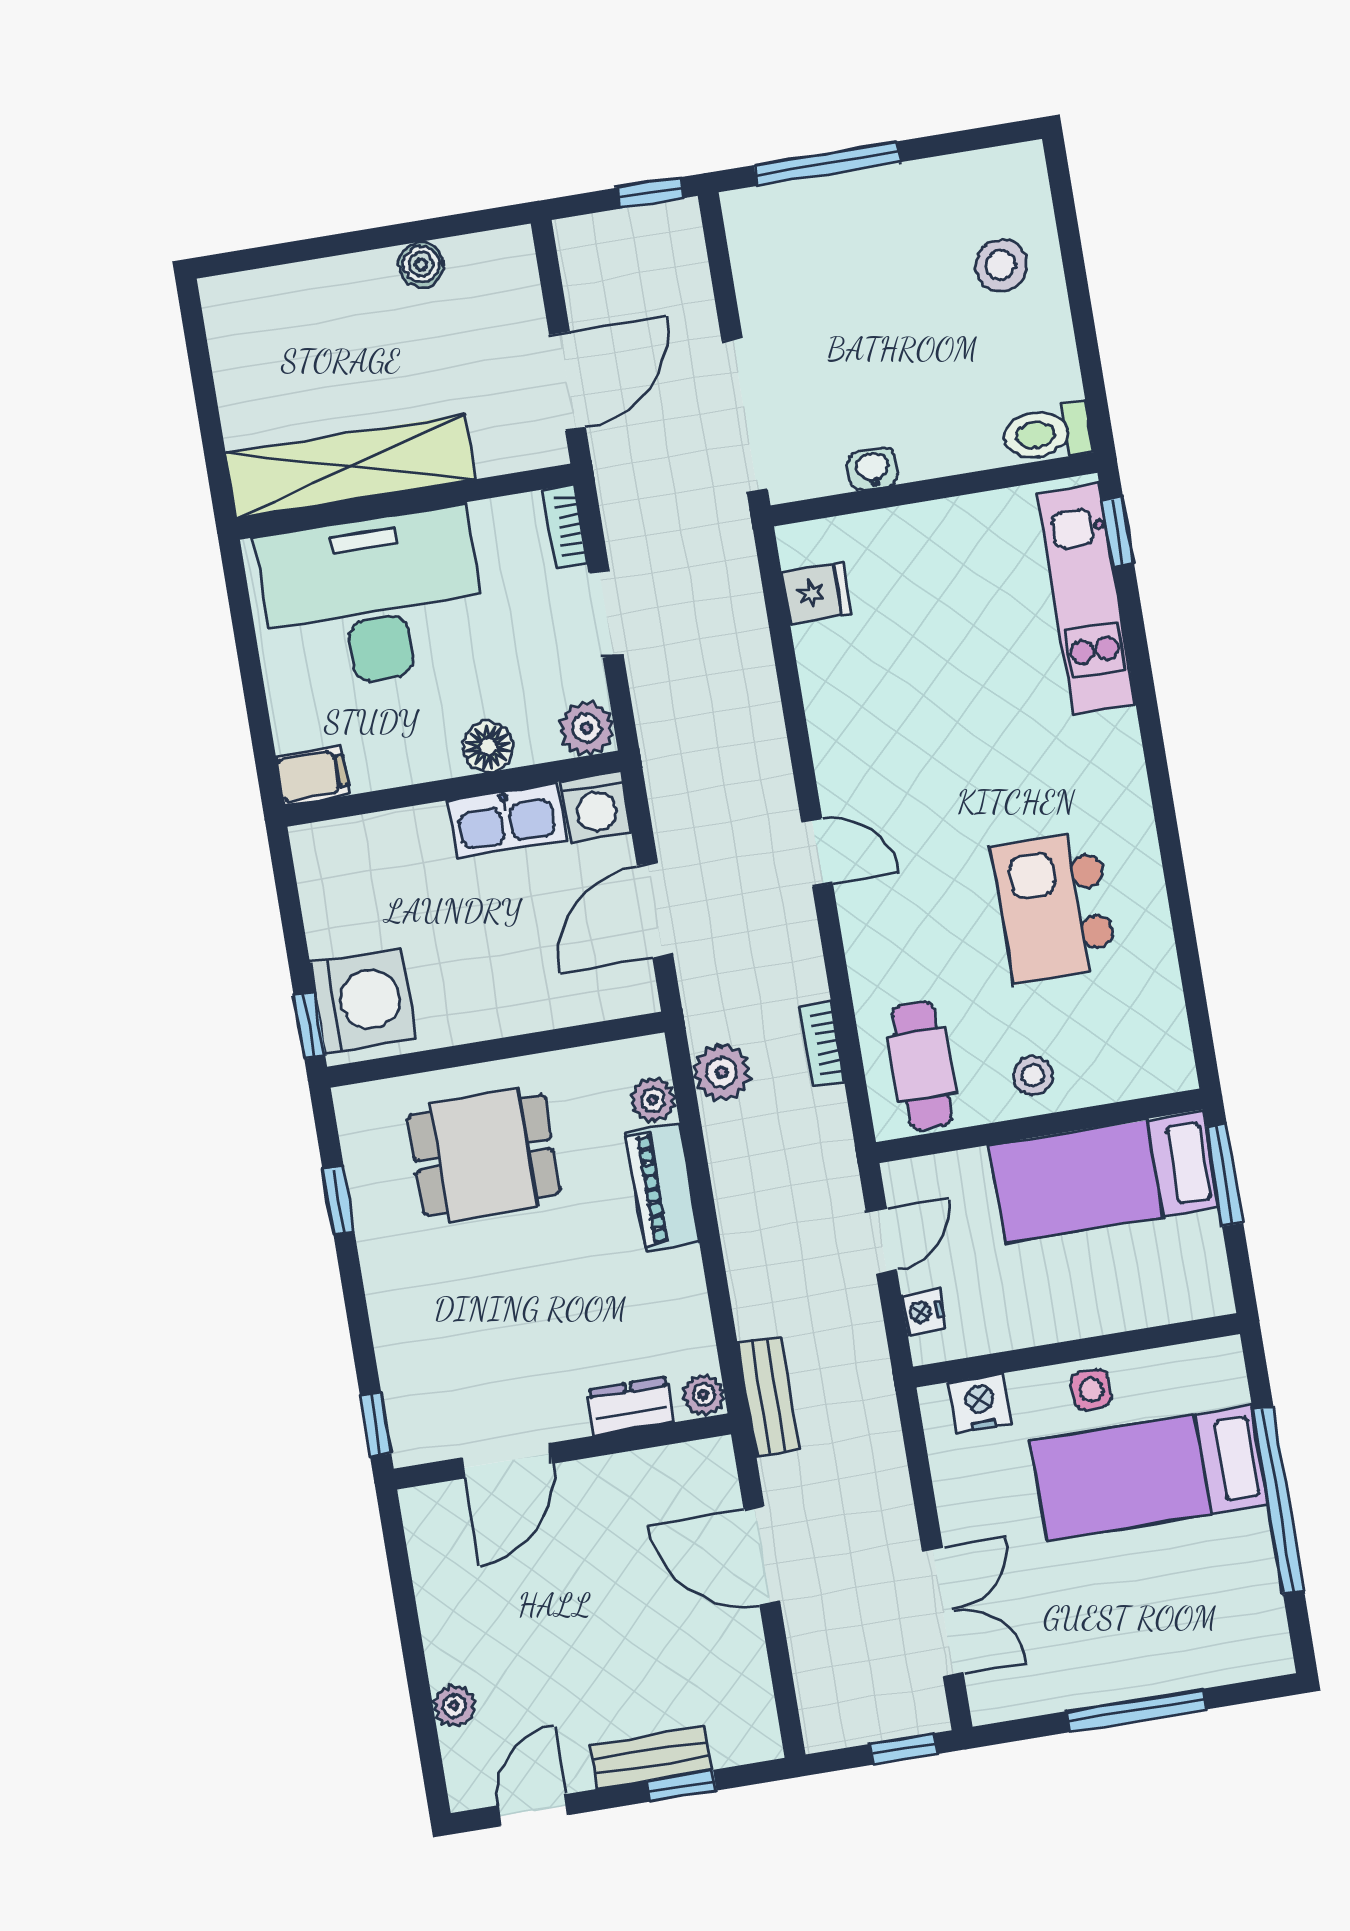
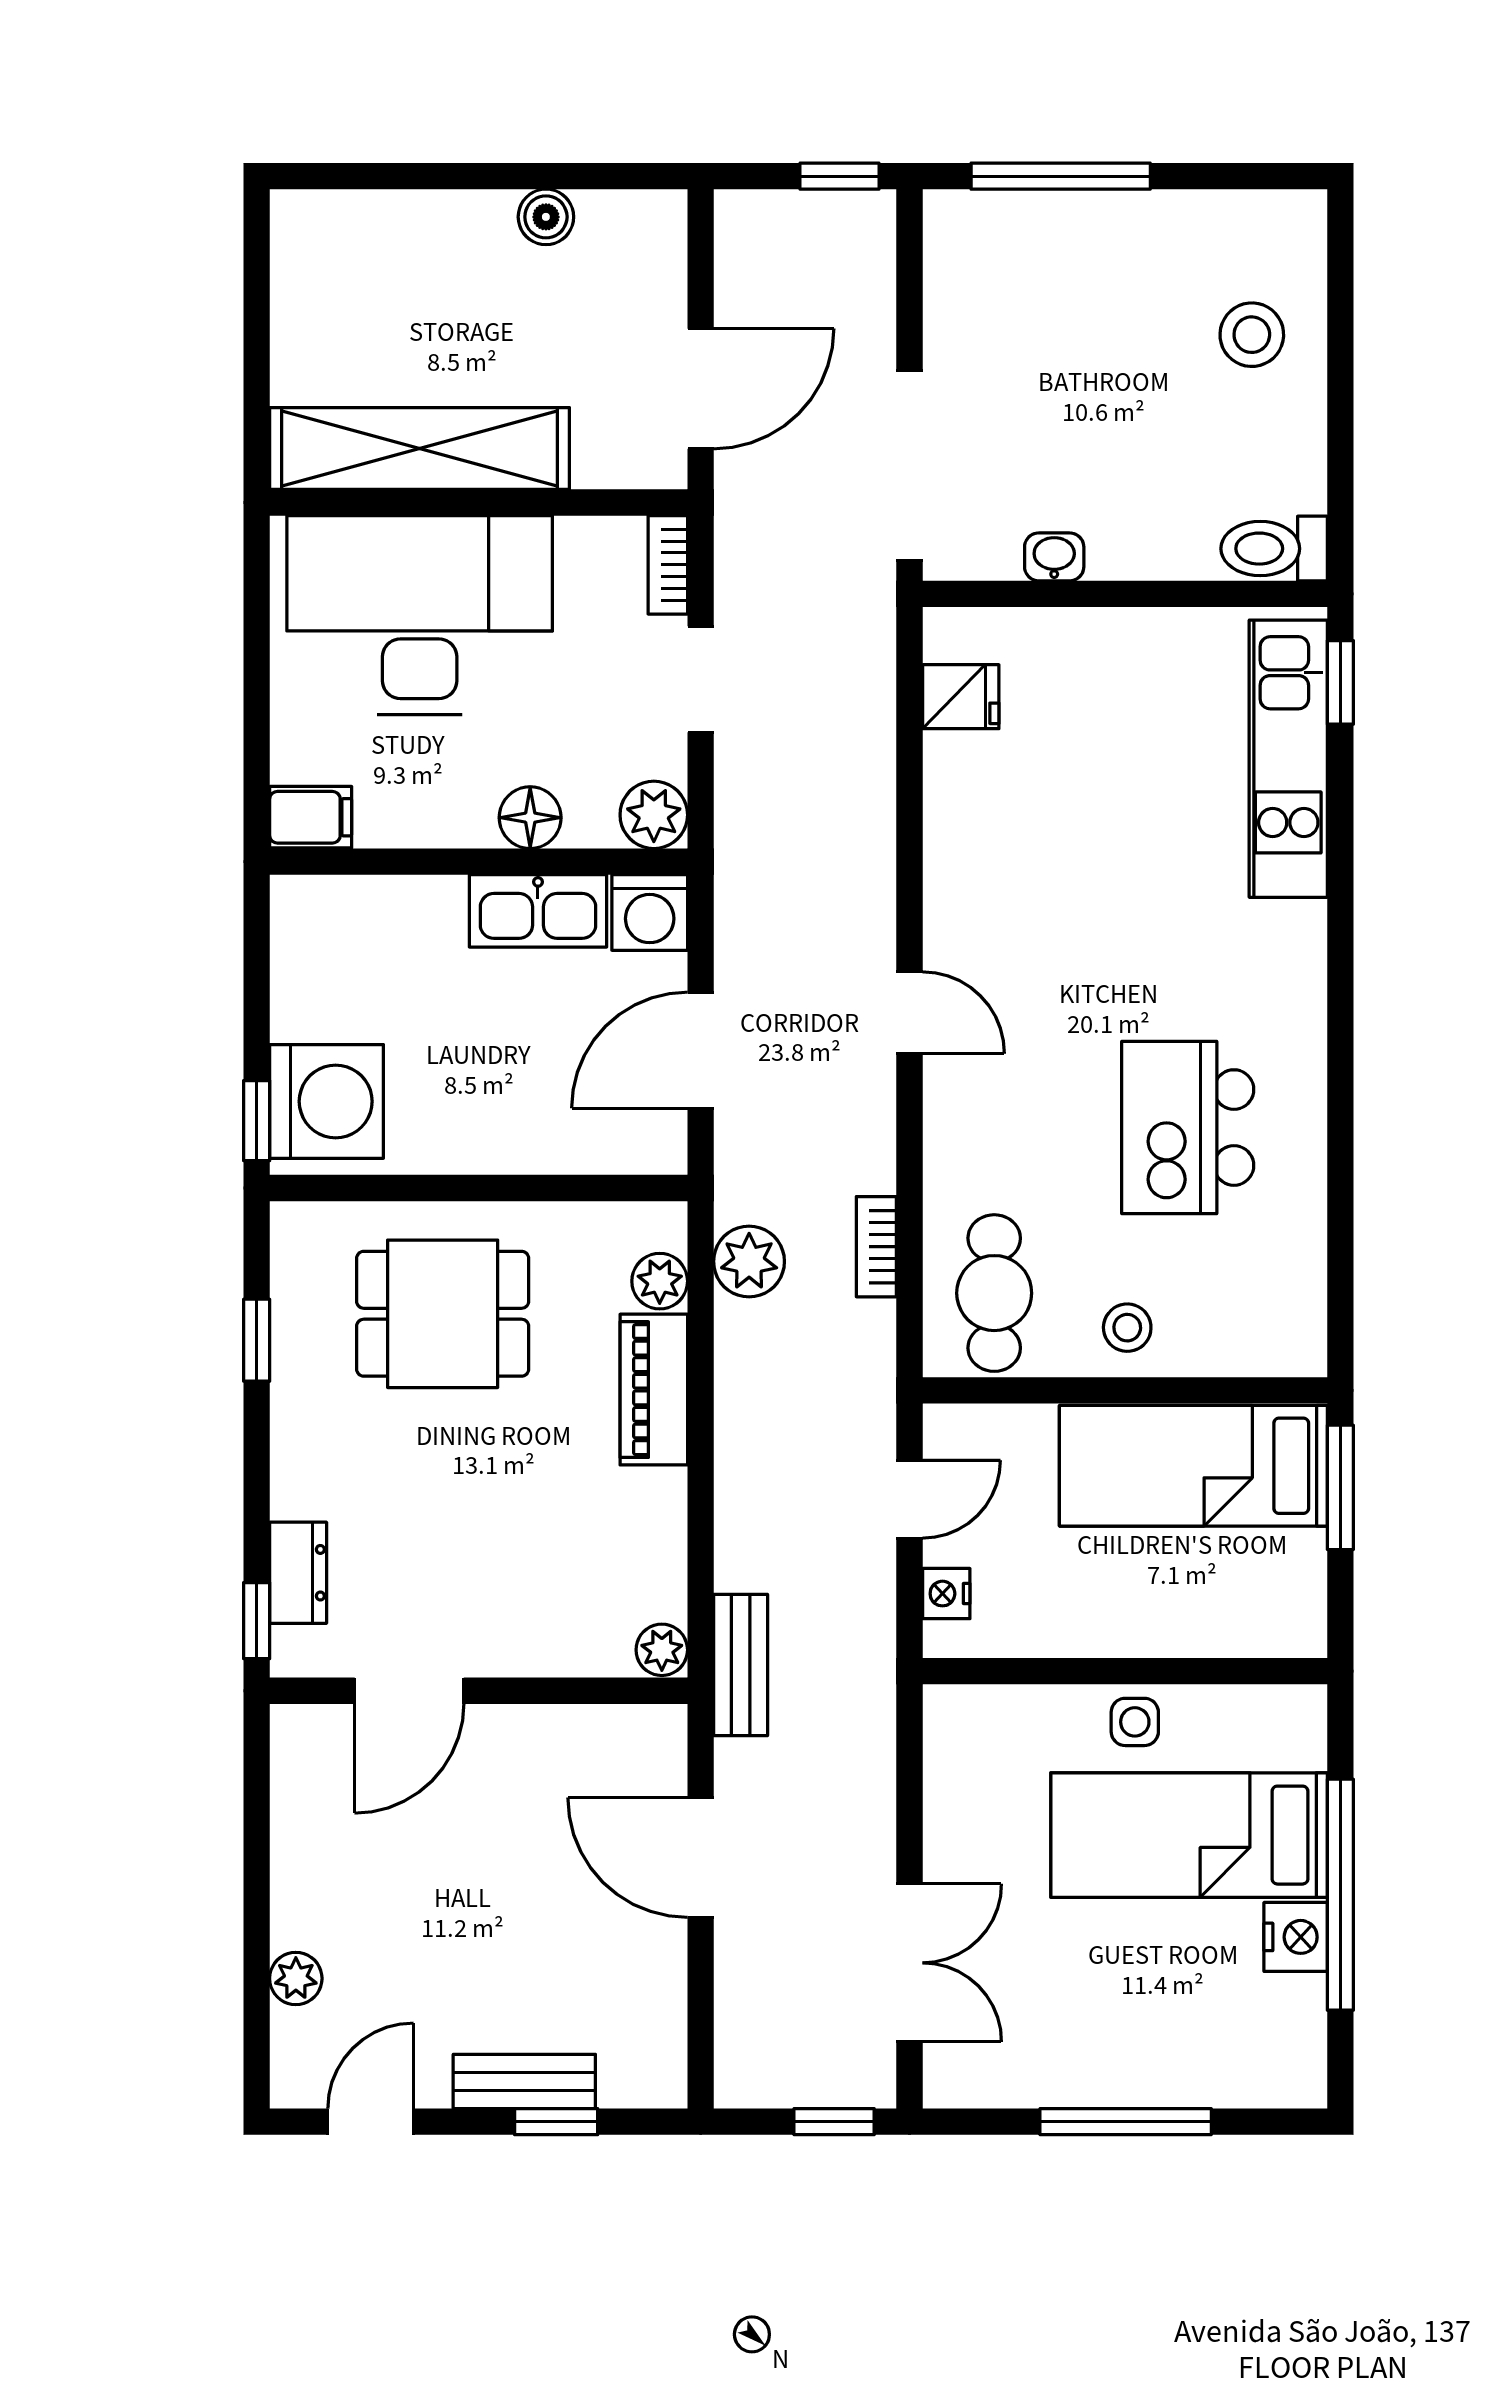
nightstand: (980, 1403) -> (1296, 1937), moved, turned 90
dresser: (631, 1406) -> (298, 1573), moved, turned 90

